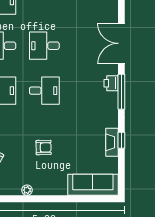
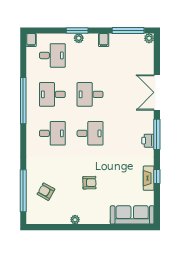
printer: (111, 83) -> (148, 141), moved

